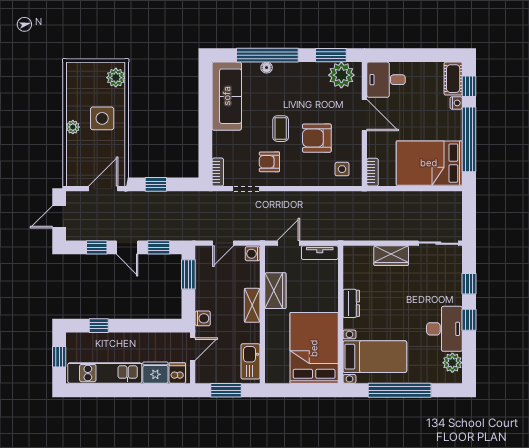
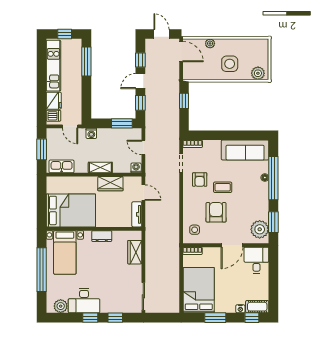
plant: (73, 127) -> (210, 43), moved
window: (469, 139) -> (215, 318), width x0.47
armchair: (269, 162) -> (200, 180), turned 180
door: (103, 189) -> (181, 52), moved
wardrobe: (391, 256) -> (135, 252), moved
window: (99, 326) -> (86, 61), width x2.17

